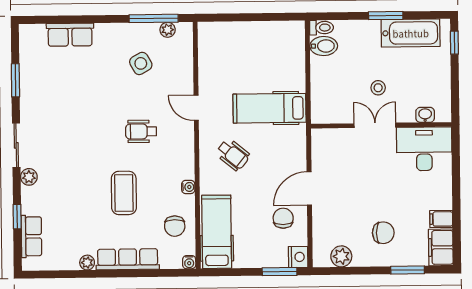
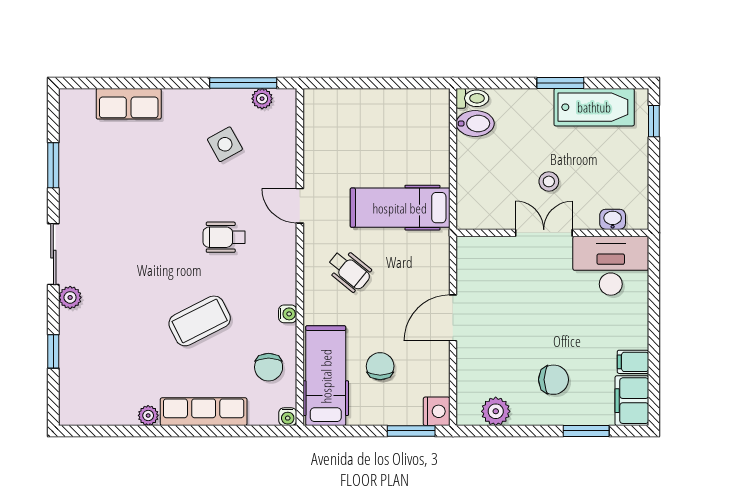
coffee table: (124, 193) -> (200, 321), turned 63
chair: (283, 218) -> (380, 366), moved
row of seats: (31, 236) -> (73, 379), removed

